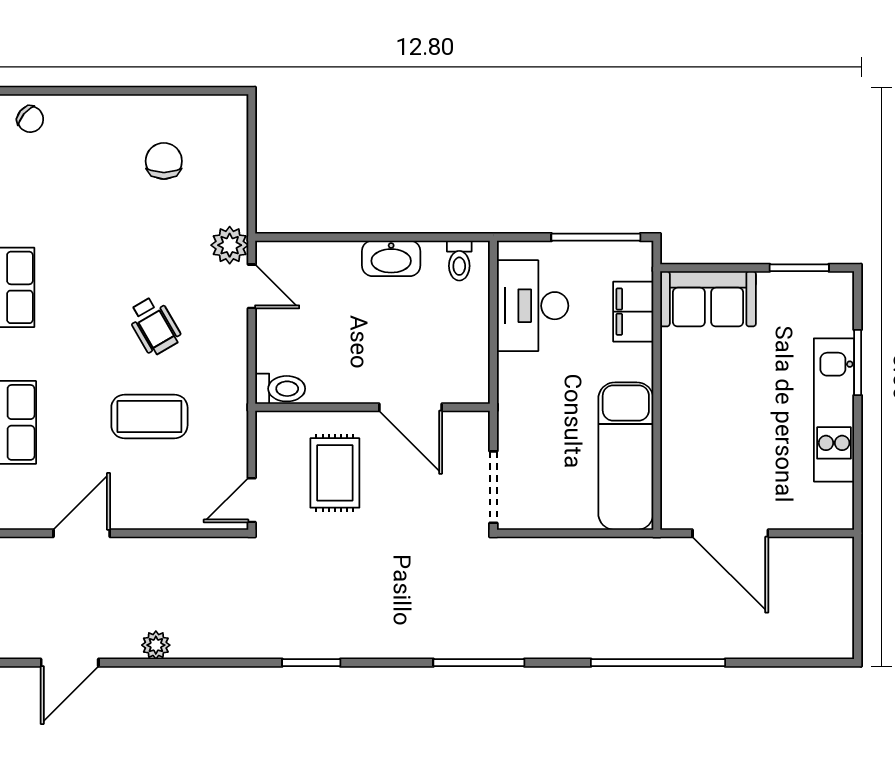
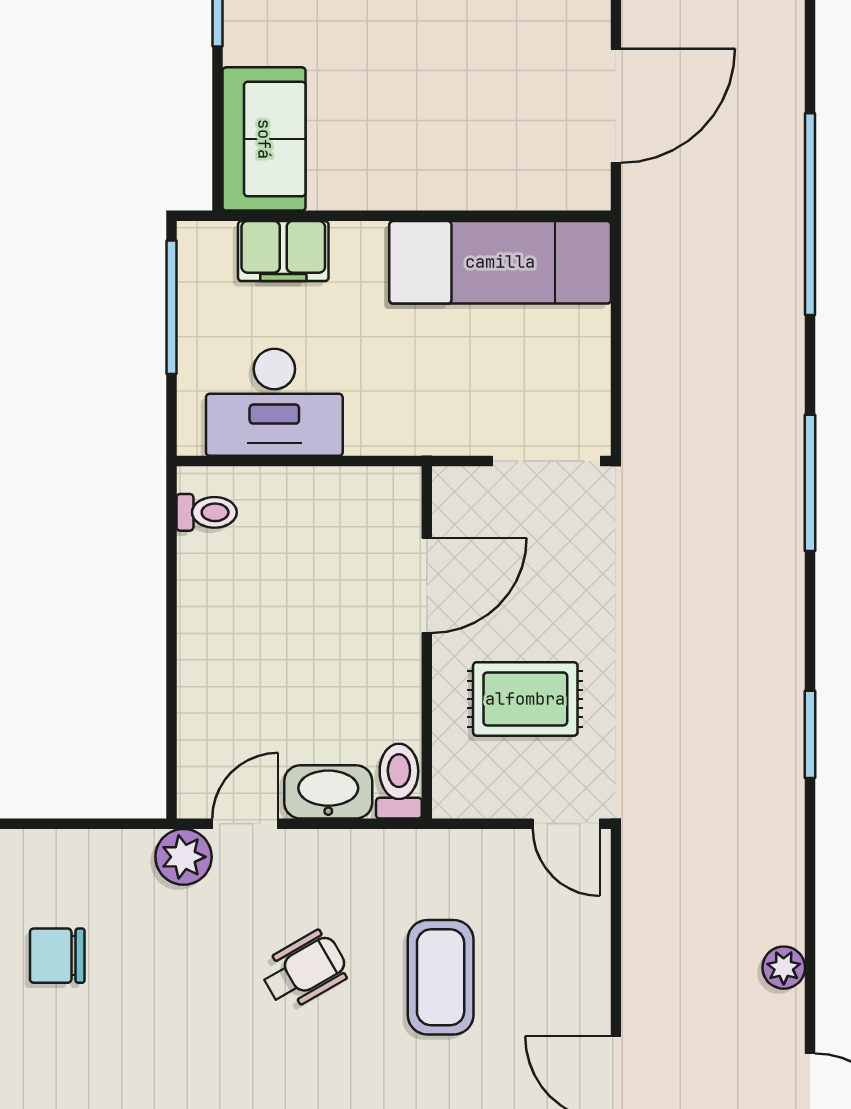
washbasin: (391, 258) -> (328, 792), moved, turned -90

